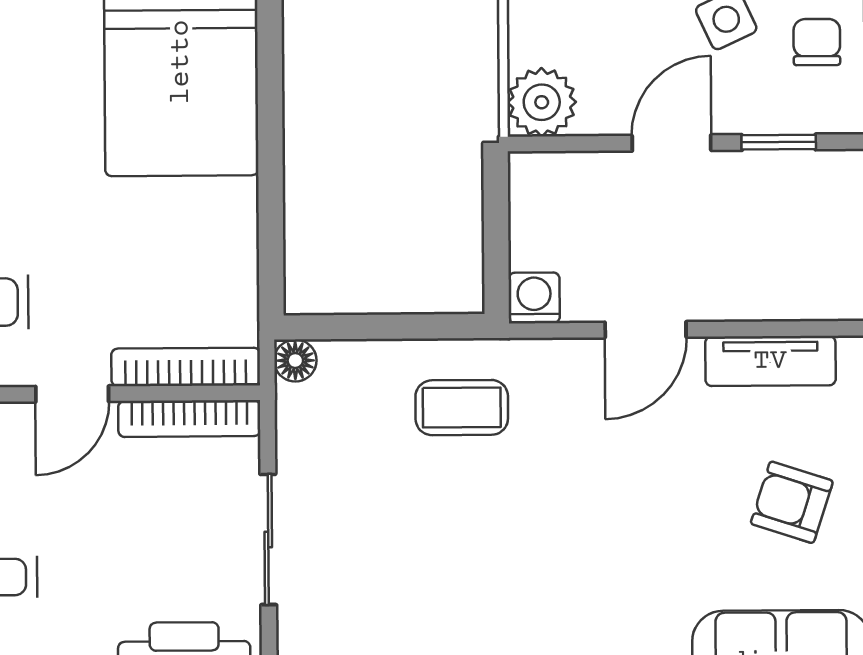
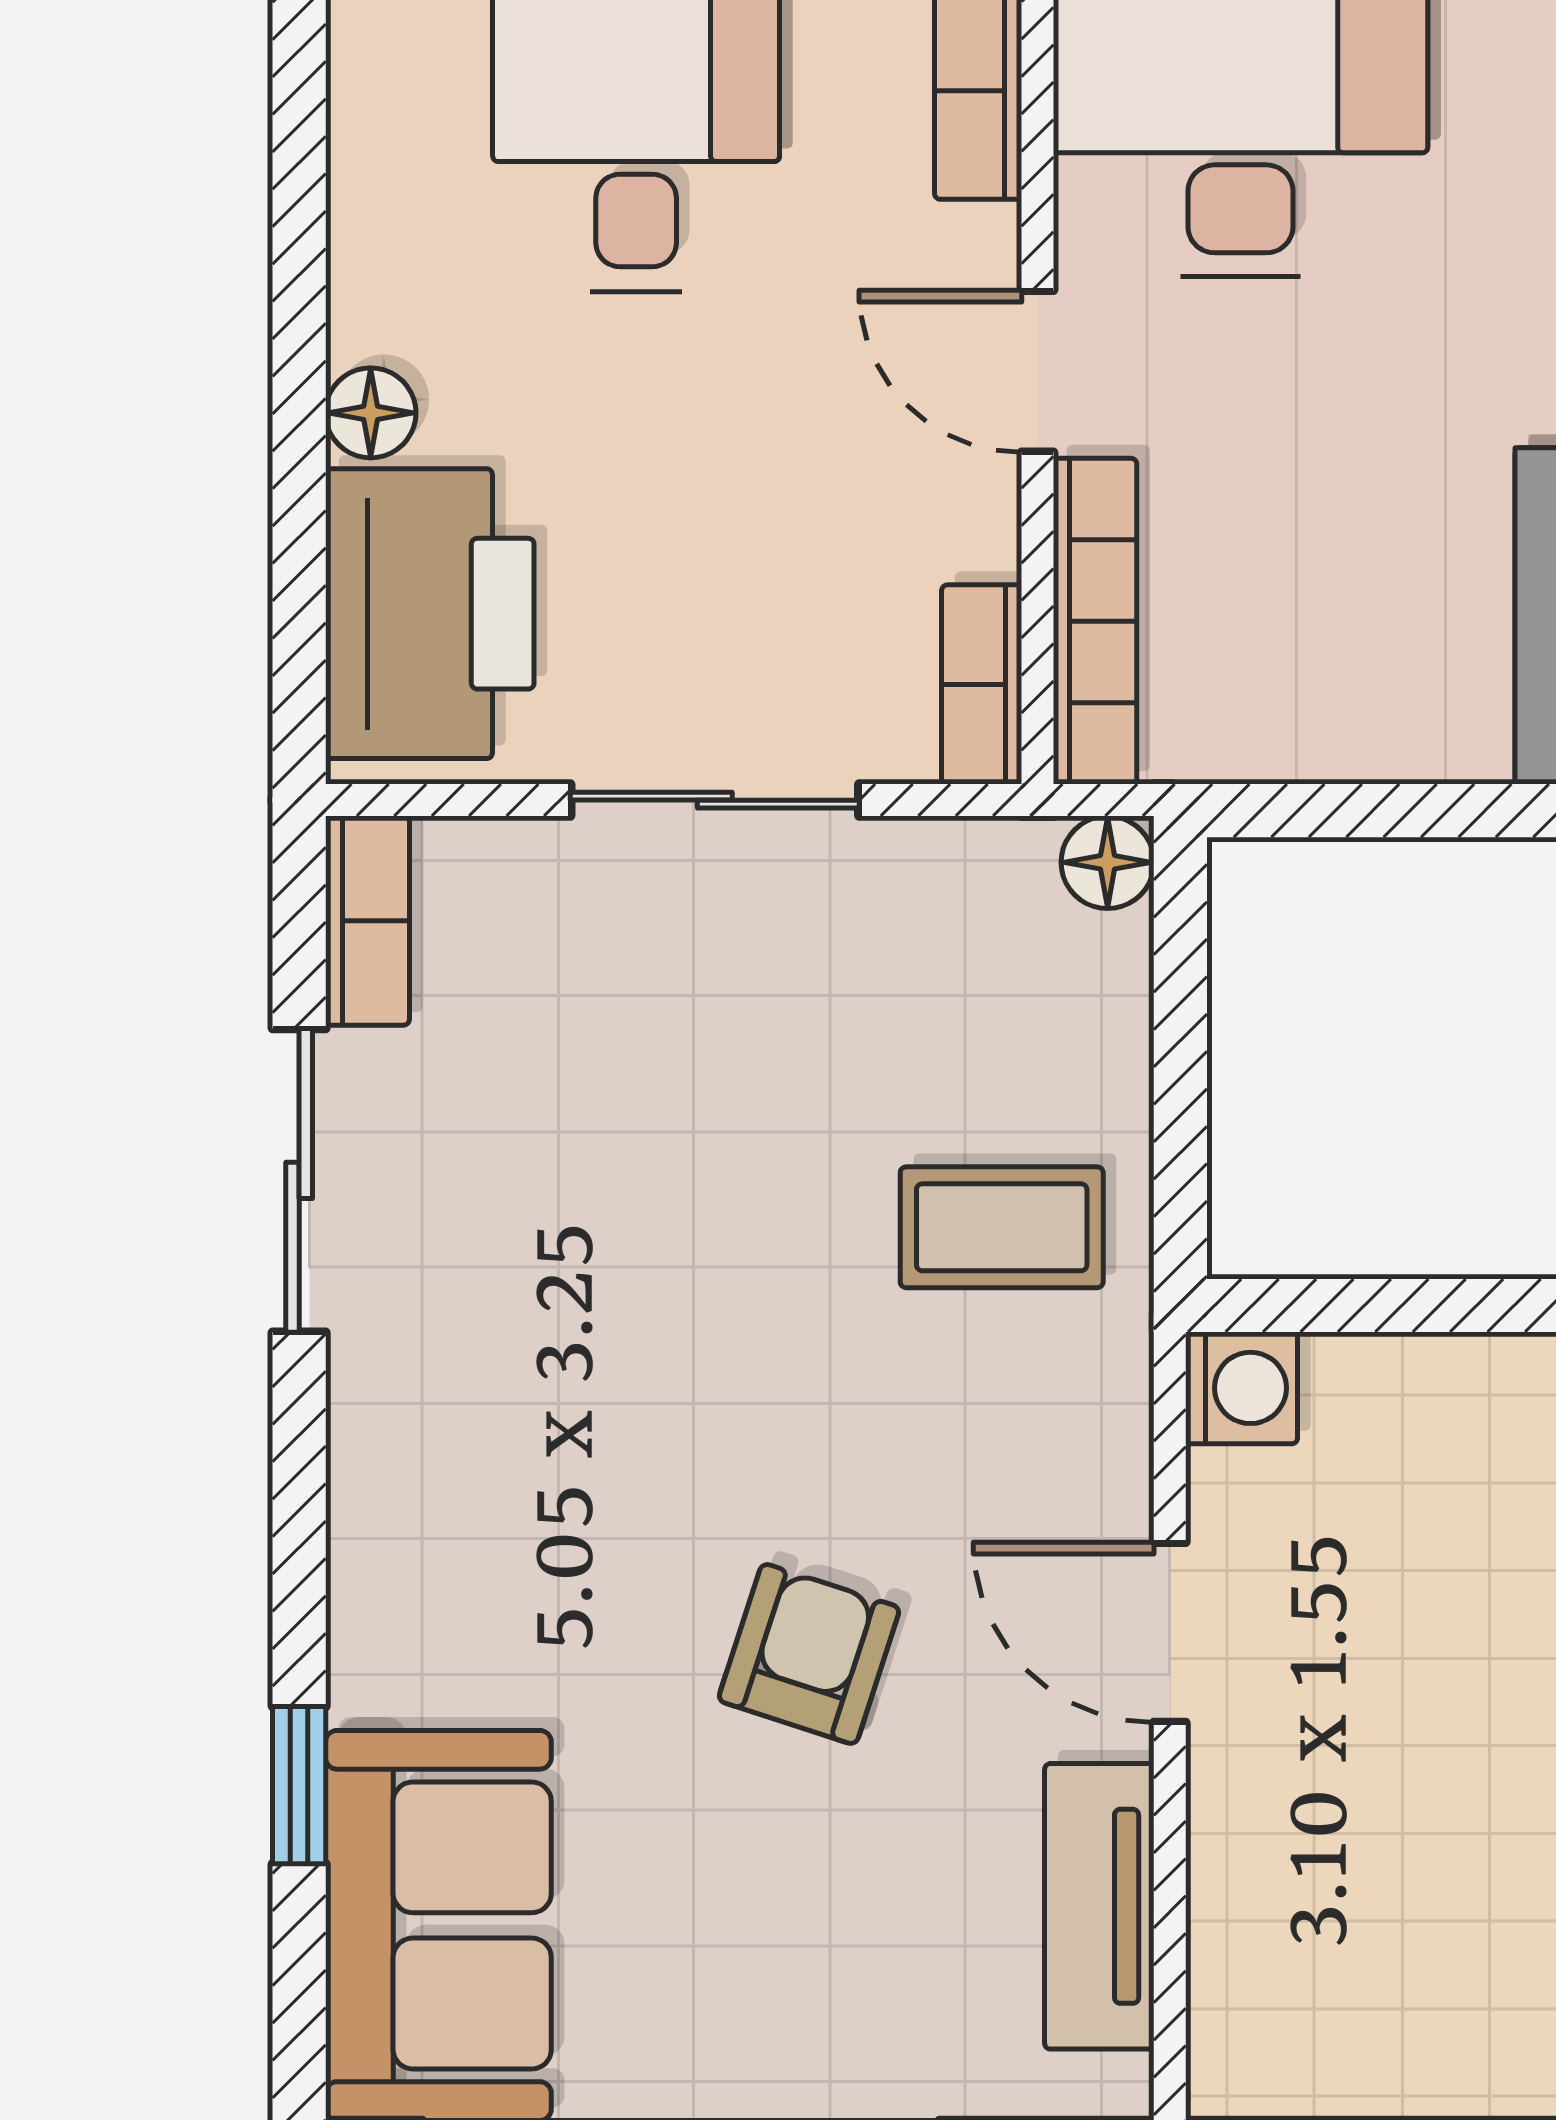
coffee table: (462, 408) -> (1002, 1227), turned 90
bookcase: (189, 419) -> (982, 684), width x0.64
armchair: (792, 502) -> (809, 1654), moved

